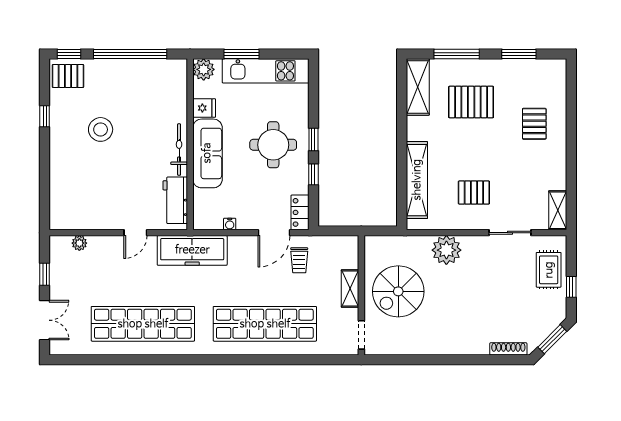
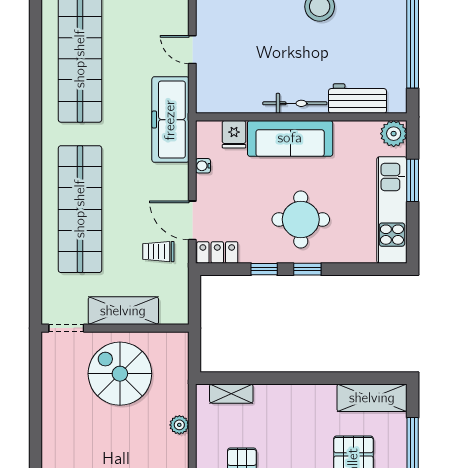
fridge: (204, 108) -> (234, 134), moved
shelving: (417, 180) -> (231, 394), width x0.45, depth x0.75
workbench: (175, 200) -> (357, 99), moved
plant: (446, 250) -> (179, 425), width x0.53, depth x0.53
shelving: (350, 289) -> (123, 311), width x1.50, depth x1.33

